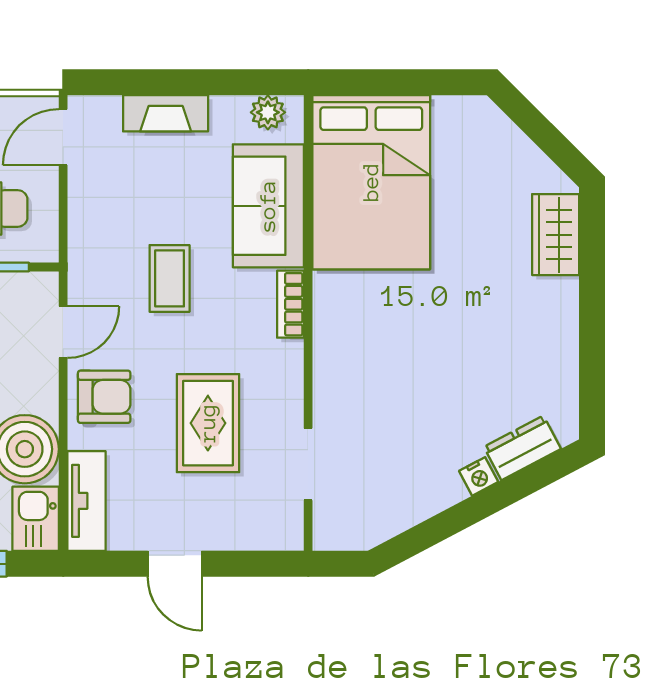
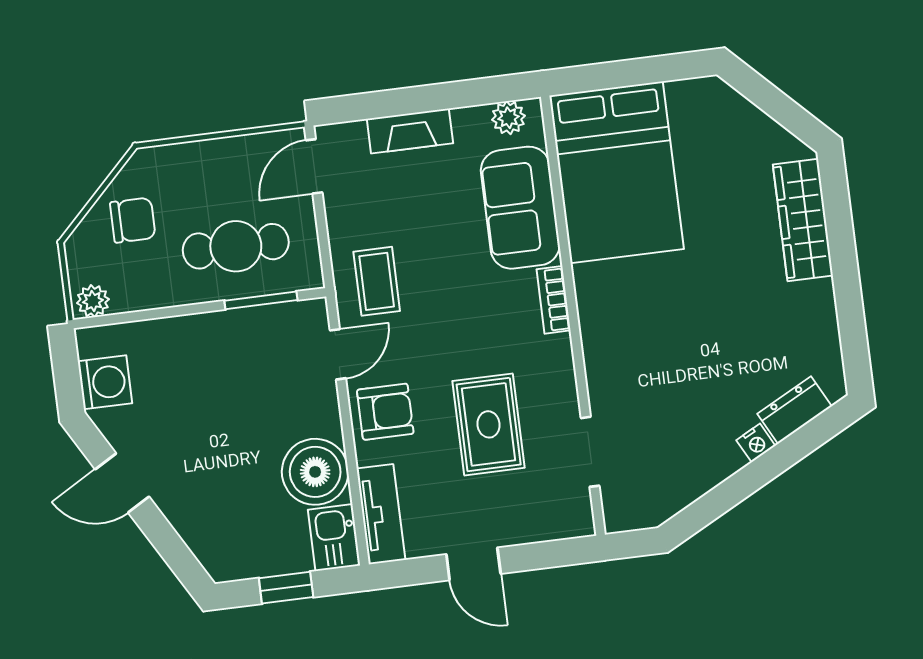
wardrobe: (556, 235) -> (803, 220), width x1.50
coffee table: (170, 278) -> (377, 281), moved

